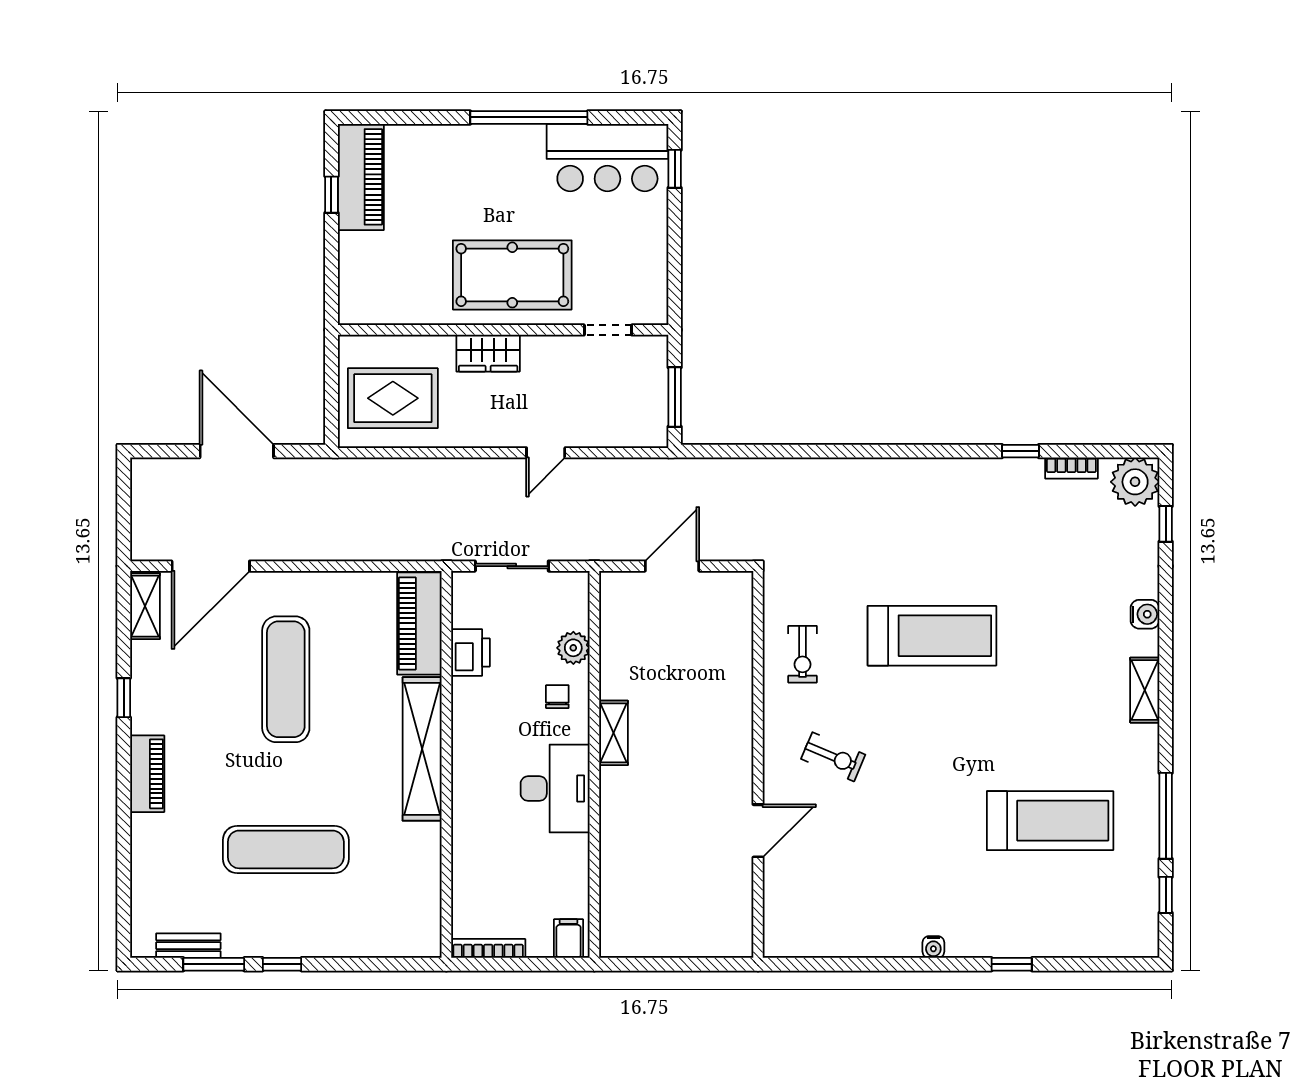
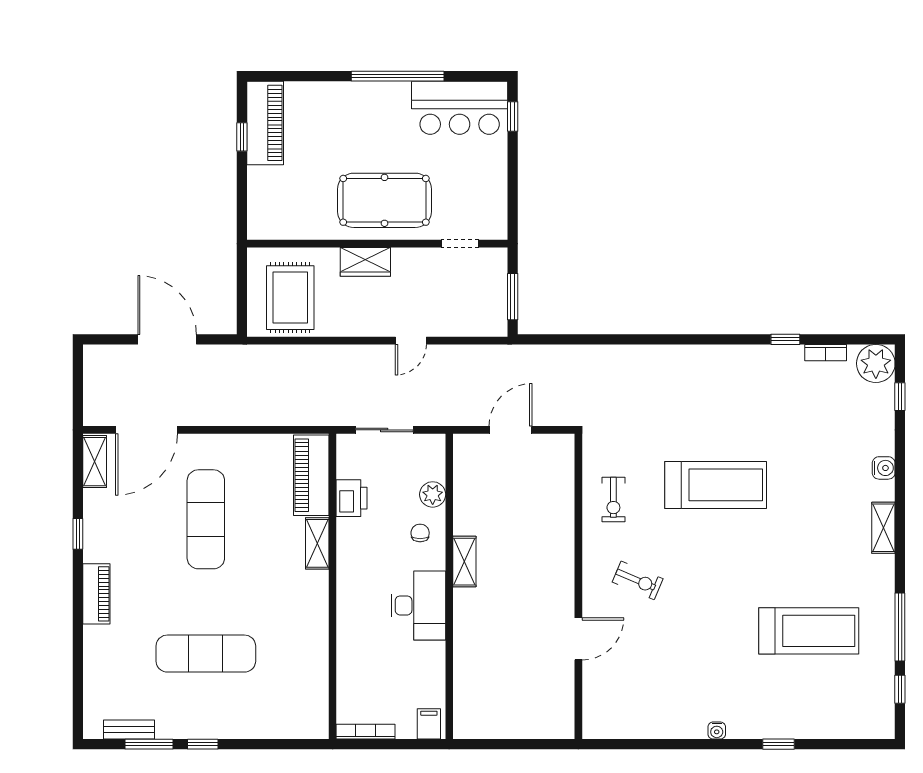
rug: (393, 398) -> (290, 298), turned 90
shelving: (422, 749) -> (317, 543), width x0.45, depth x0.75

